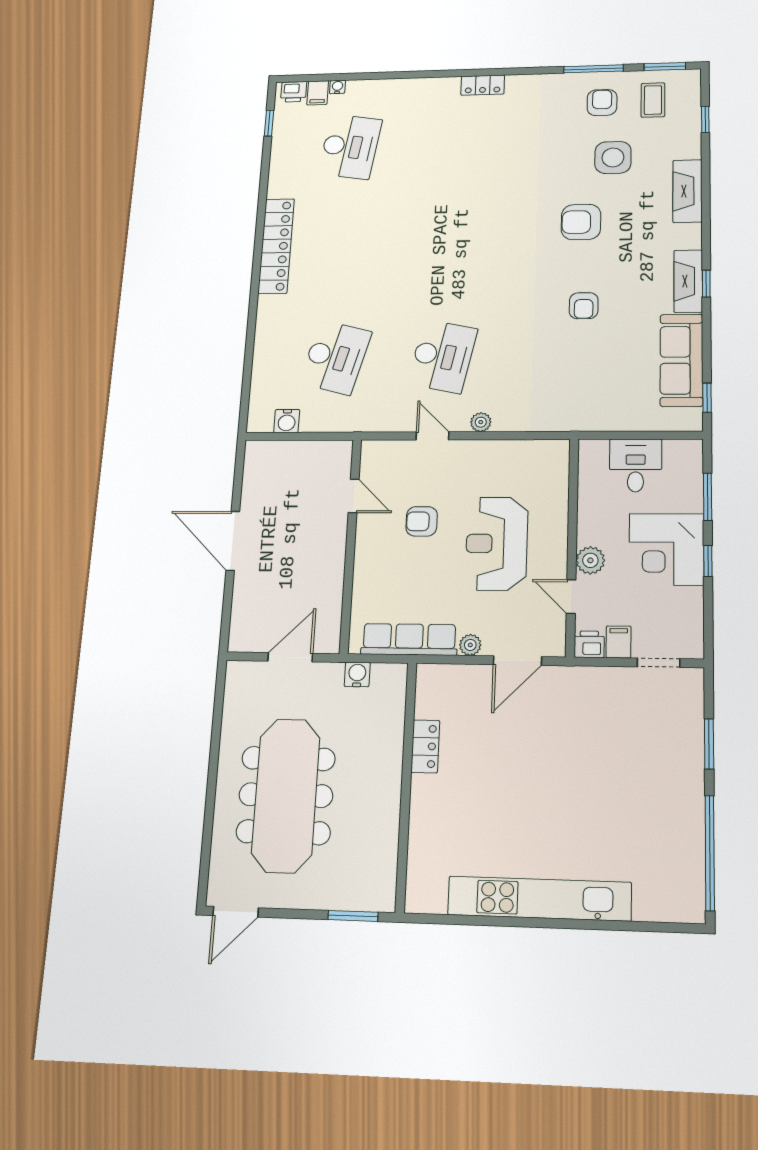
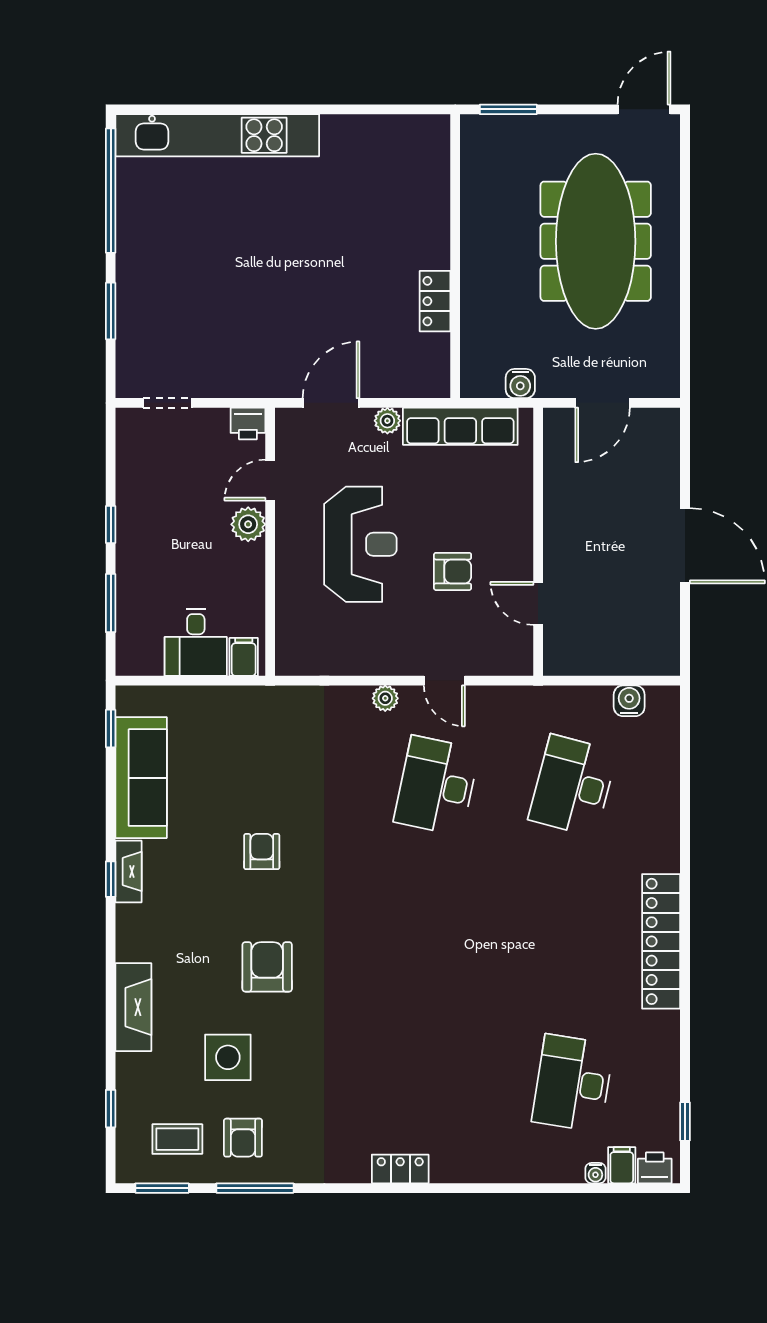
coffee table: (653, 100) -> (177, 1139), turned 90
armchair: (581, 222) -> (267, 967), turned -90
fireplace: (688, 281) -> (128, 871), width x0.73, depth x0.76
corner desk: (666, 549) -> (159, 538), removed
door: (571, 597) -> (270, 480), swing flipped
filing cabinet: (619, 642) -> (244, 657), moved, turned 180
kitchen unit: (539, 899) -> (217, 135), moved

